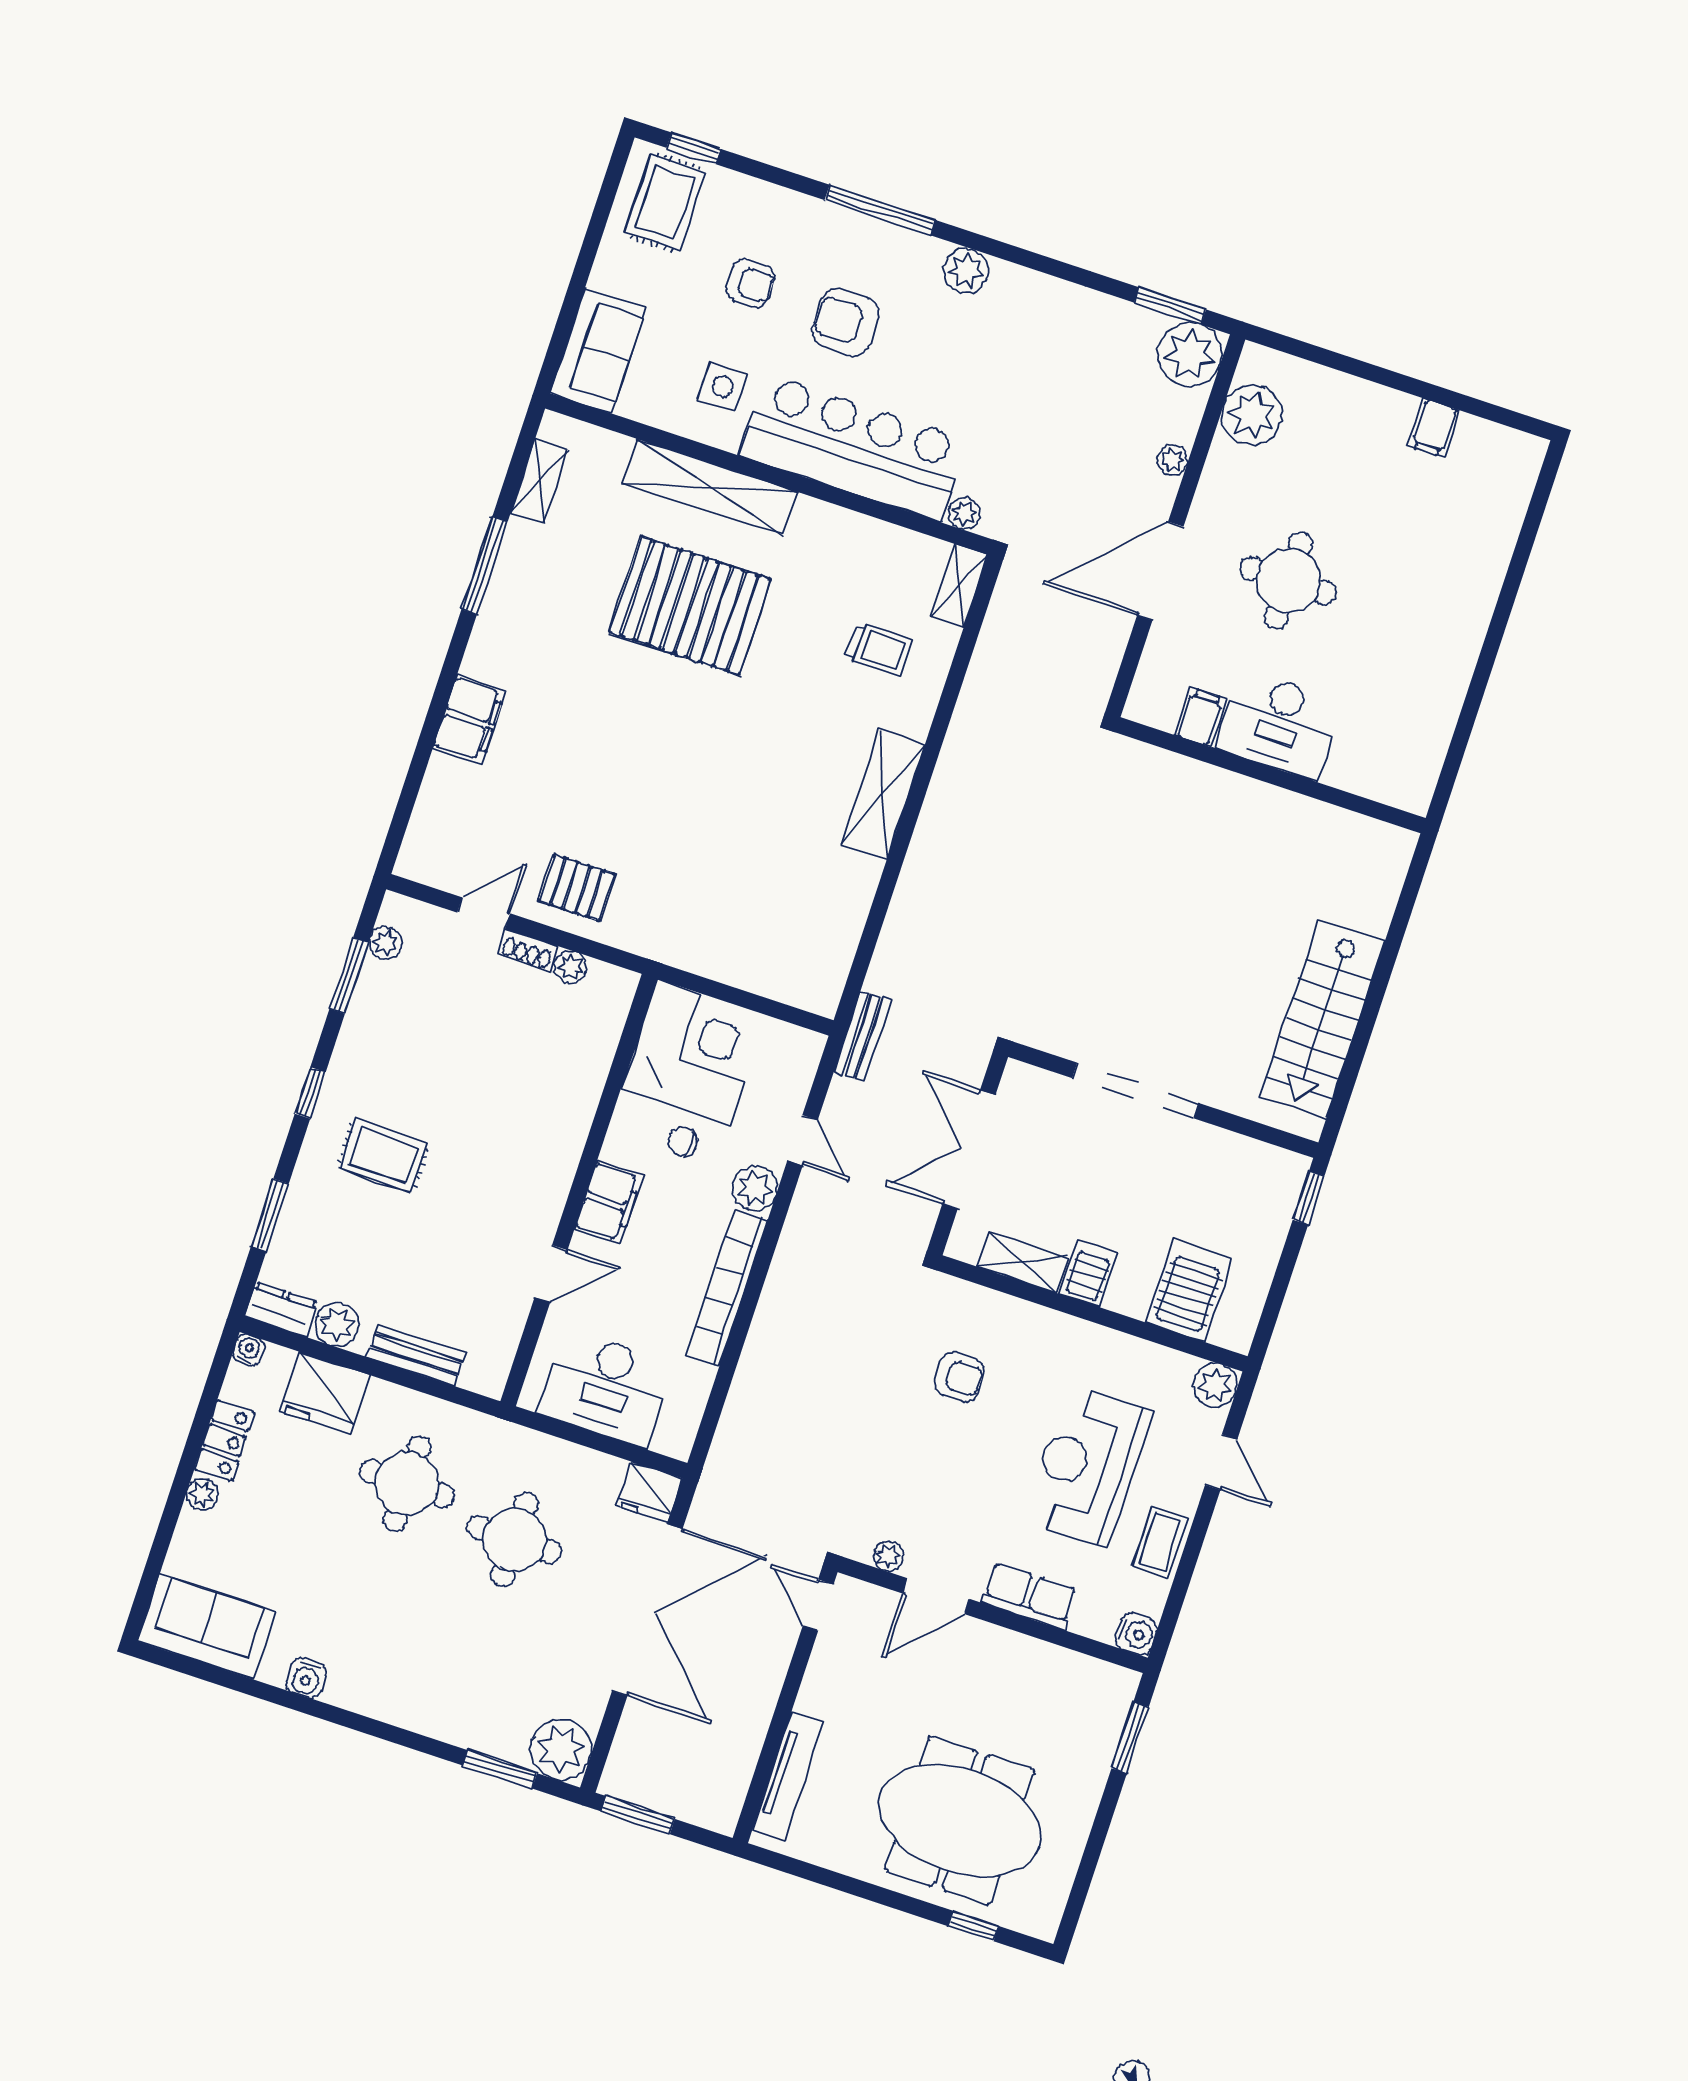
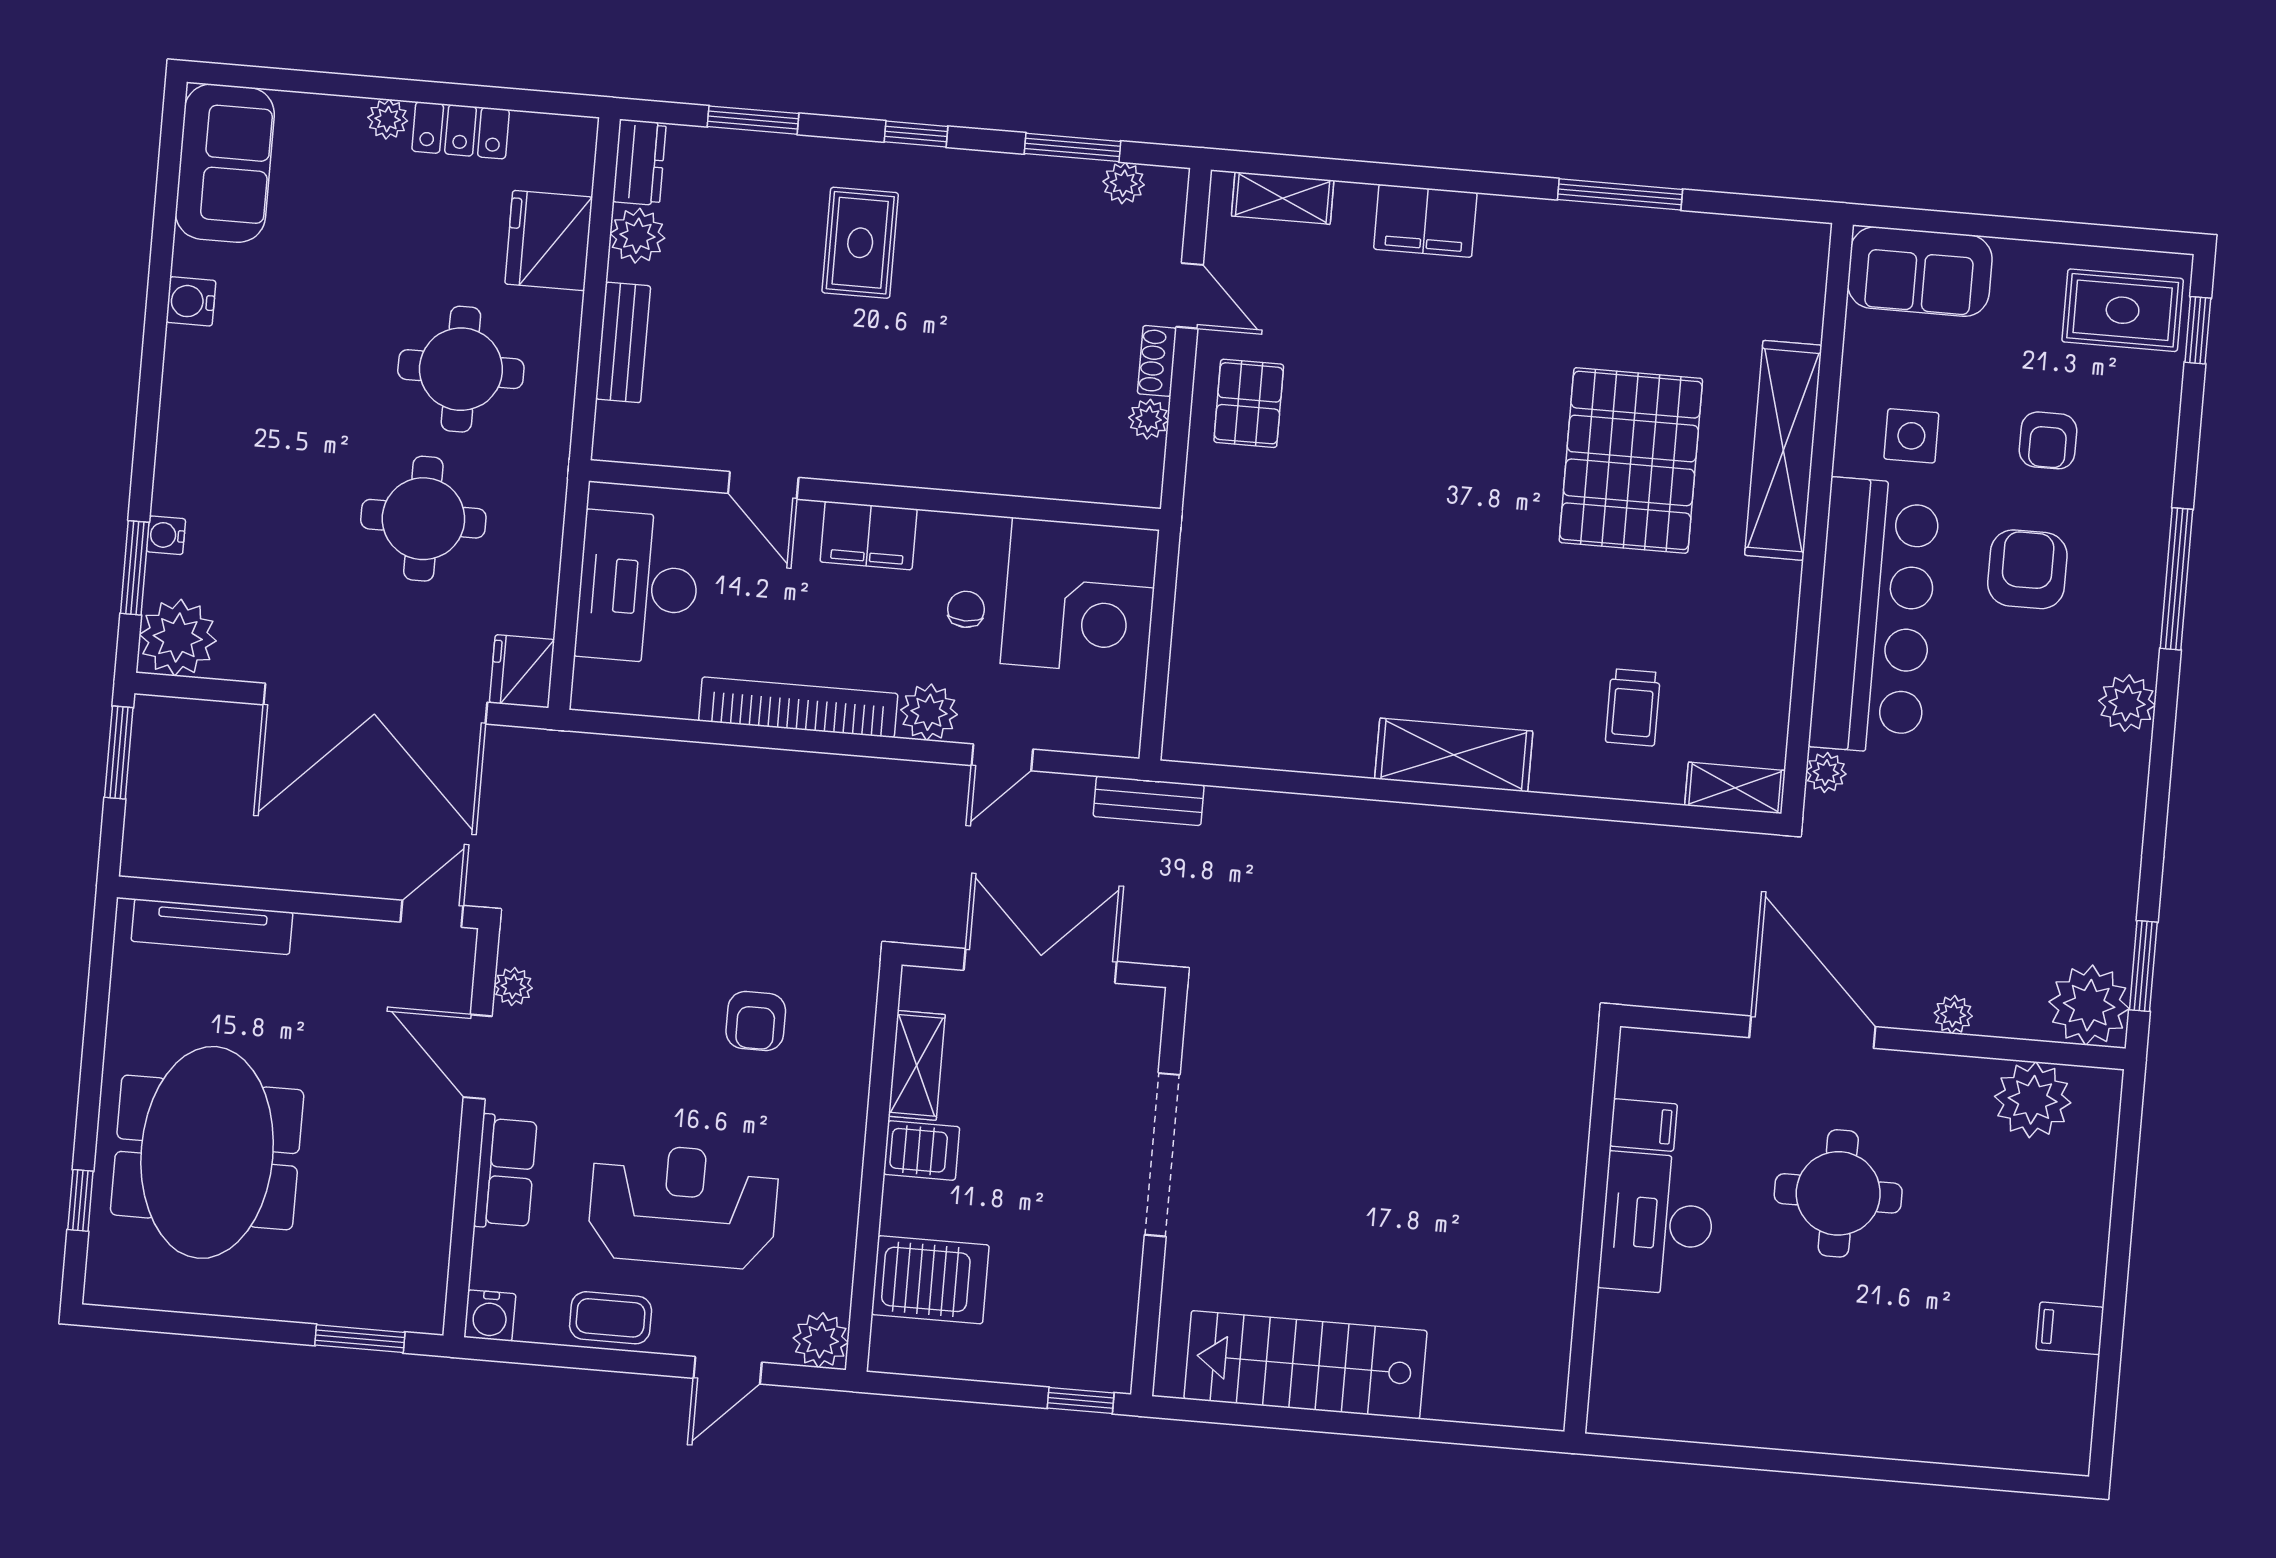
shelving: (539, 481) -> (1283, 198), moved
water cooler: (249, 1350) -> (166, 535), moved, turned 180

